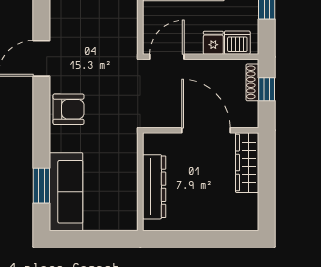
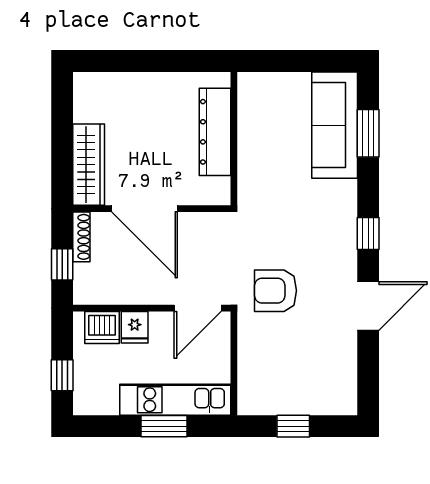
shoe rack: (252, 82) -> (81, 237), moved
armchair: (68, 109) -> (276, 291), moved
window: (41, 112) -> (368, 233), added

